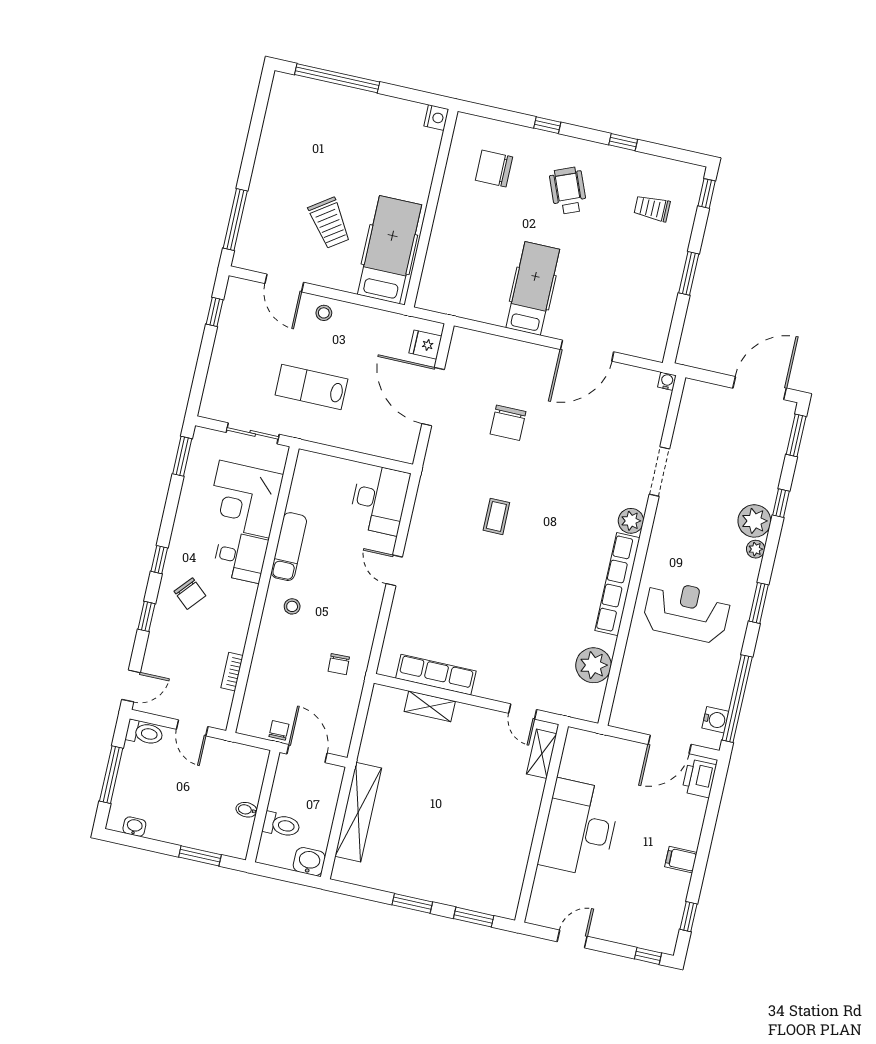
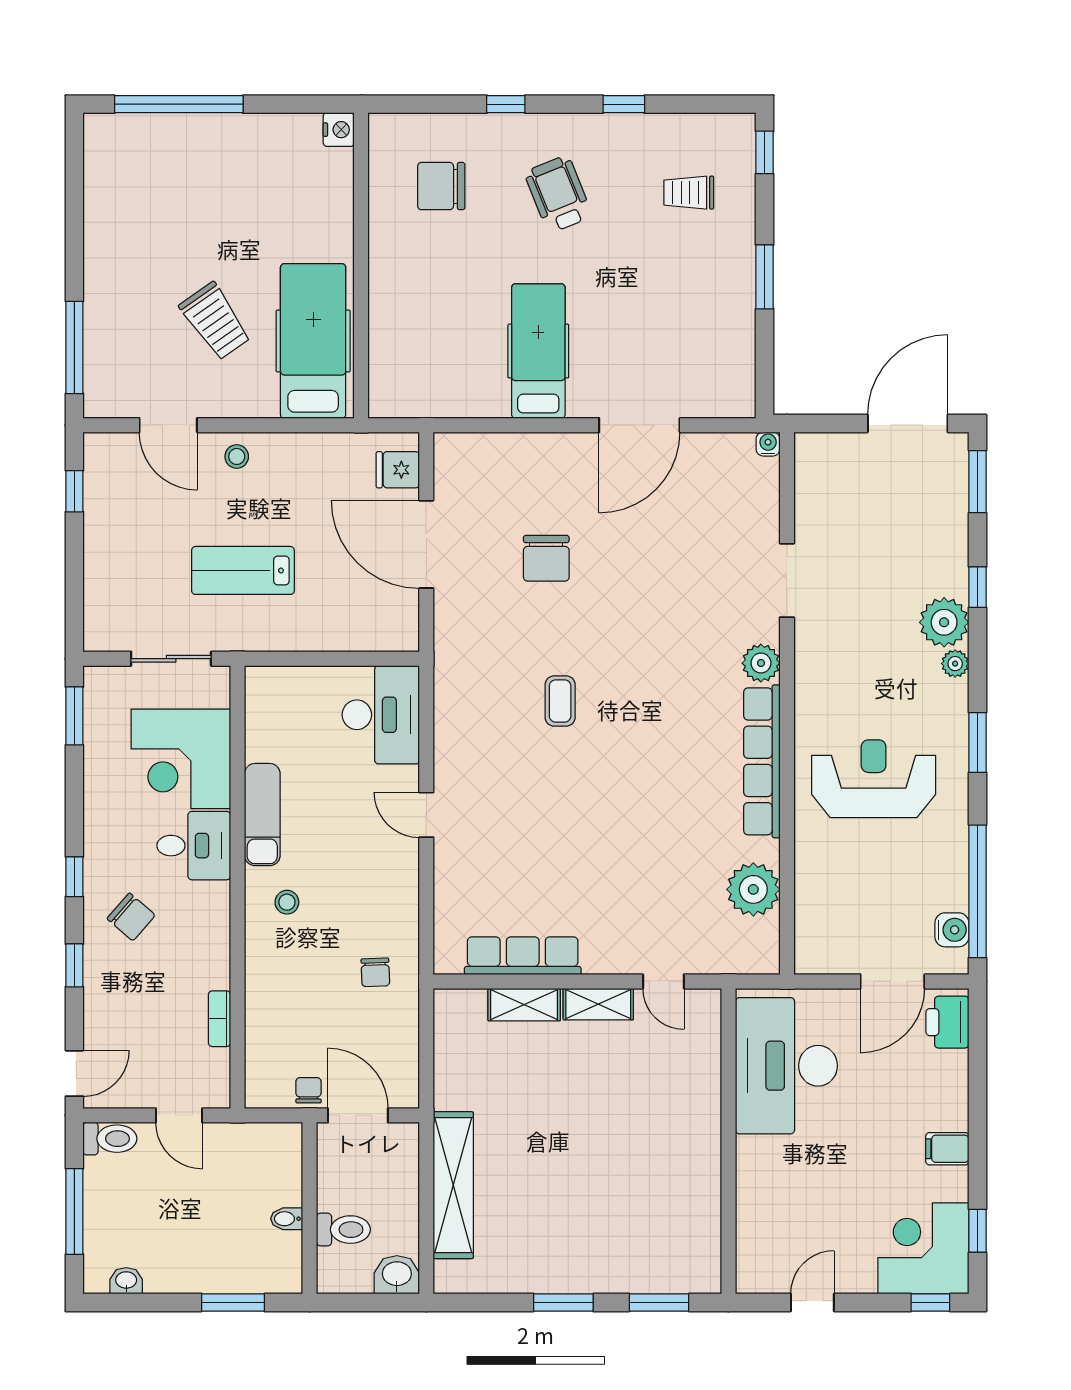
shelving: (542, 754) -> (598, 1004), moved, turned 90
desk: (579, 828) -> (786, 1066), moved
corner desk: (651, 920) -> (923, 1248), added

